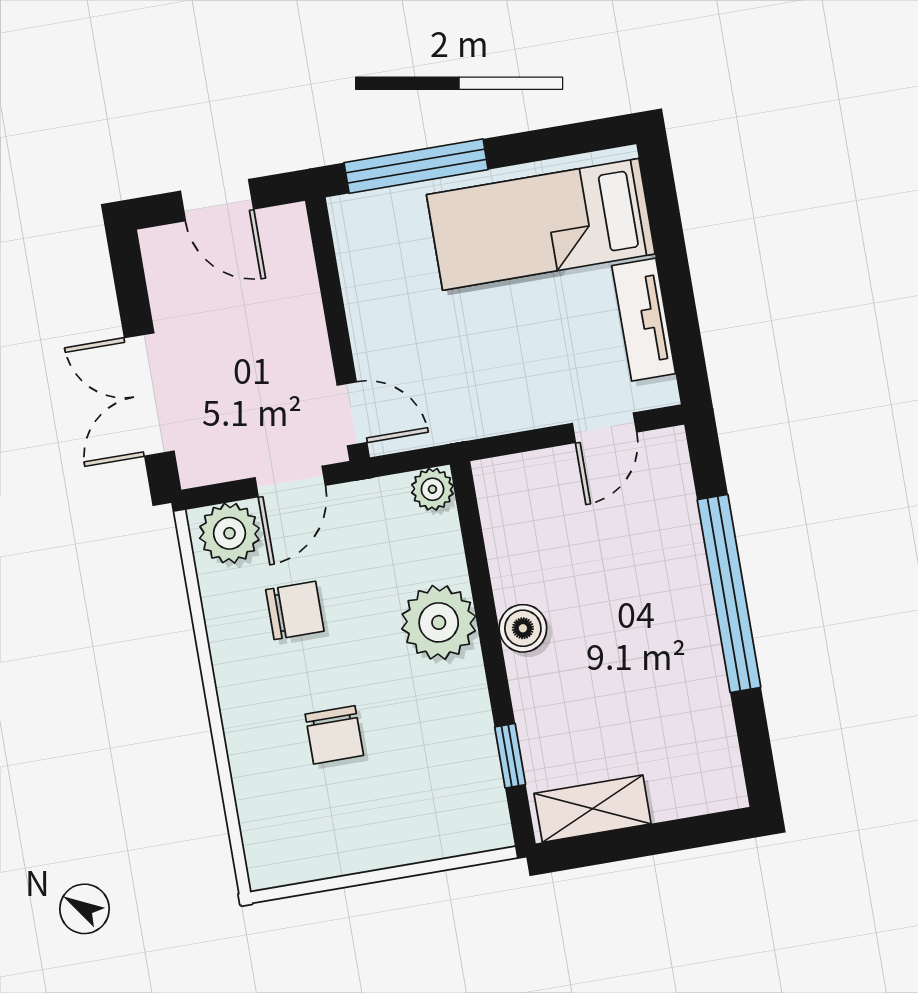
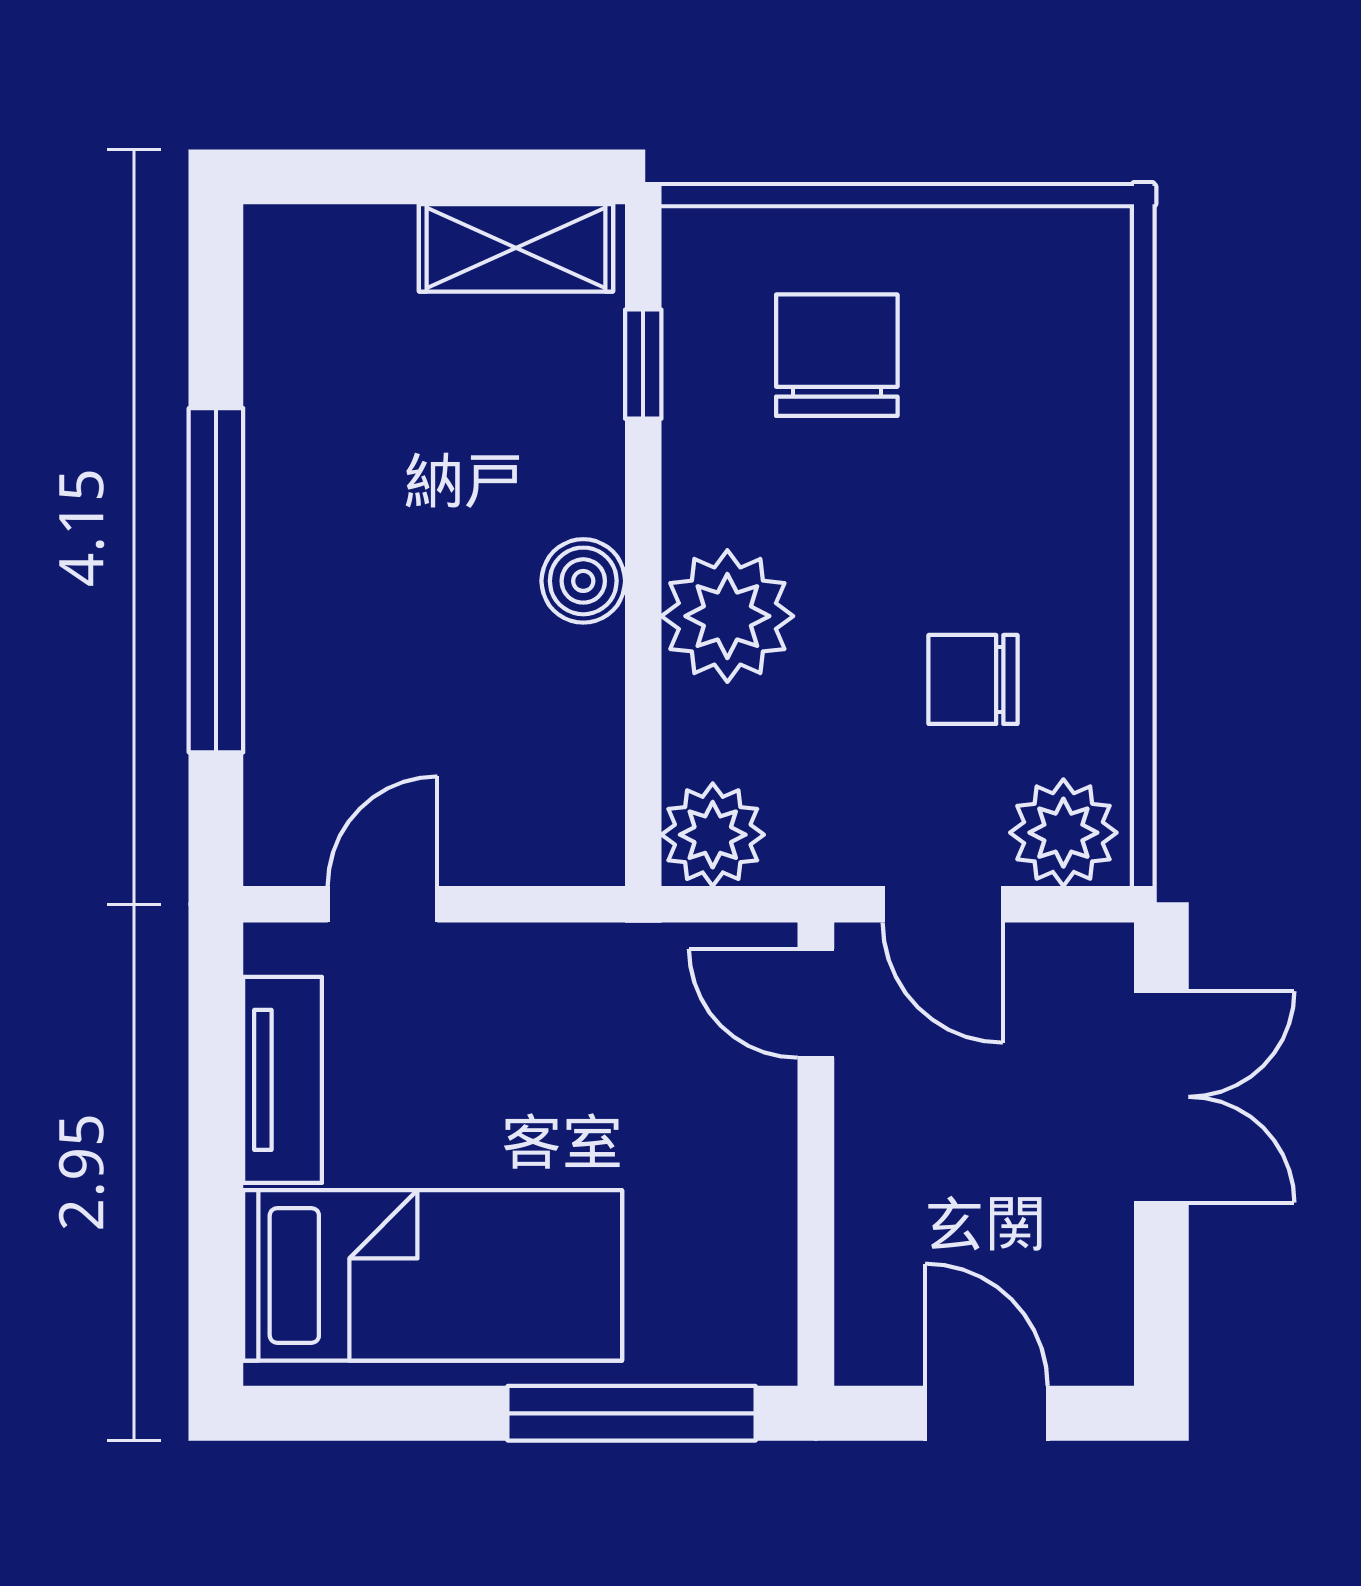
door: (290, 481) -> (943, 904), swing flipped
plant: (432, 489) -> (713, 835), width x1.38, depth x1.38
chair: (334, 735) -> (837, 355), moved, width x1.37, depth x1.37

